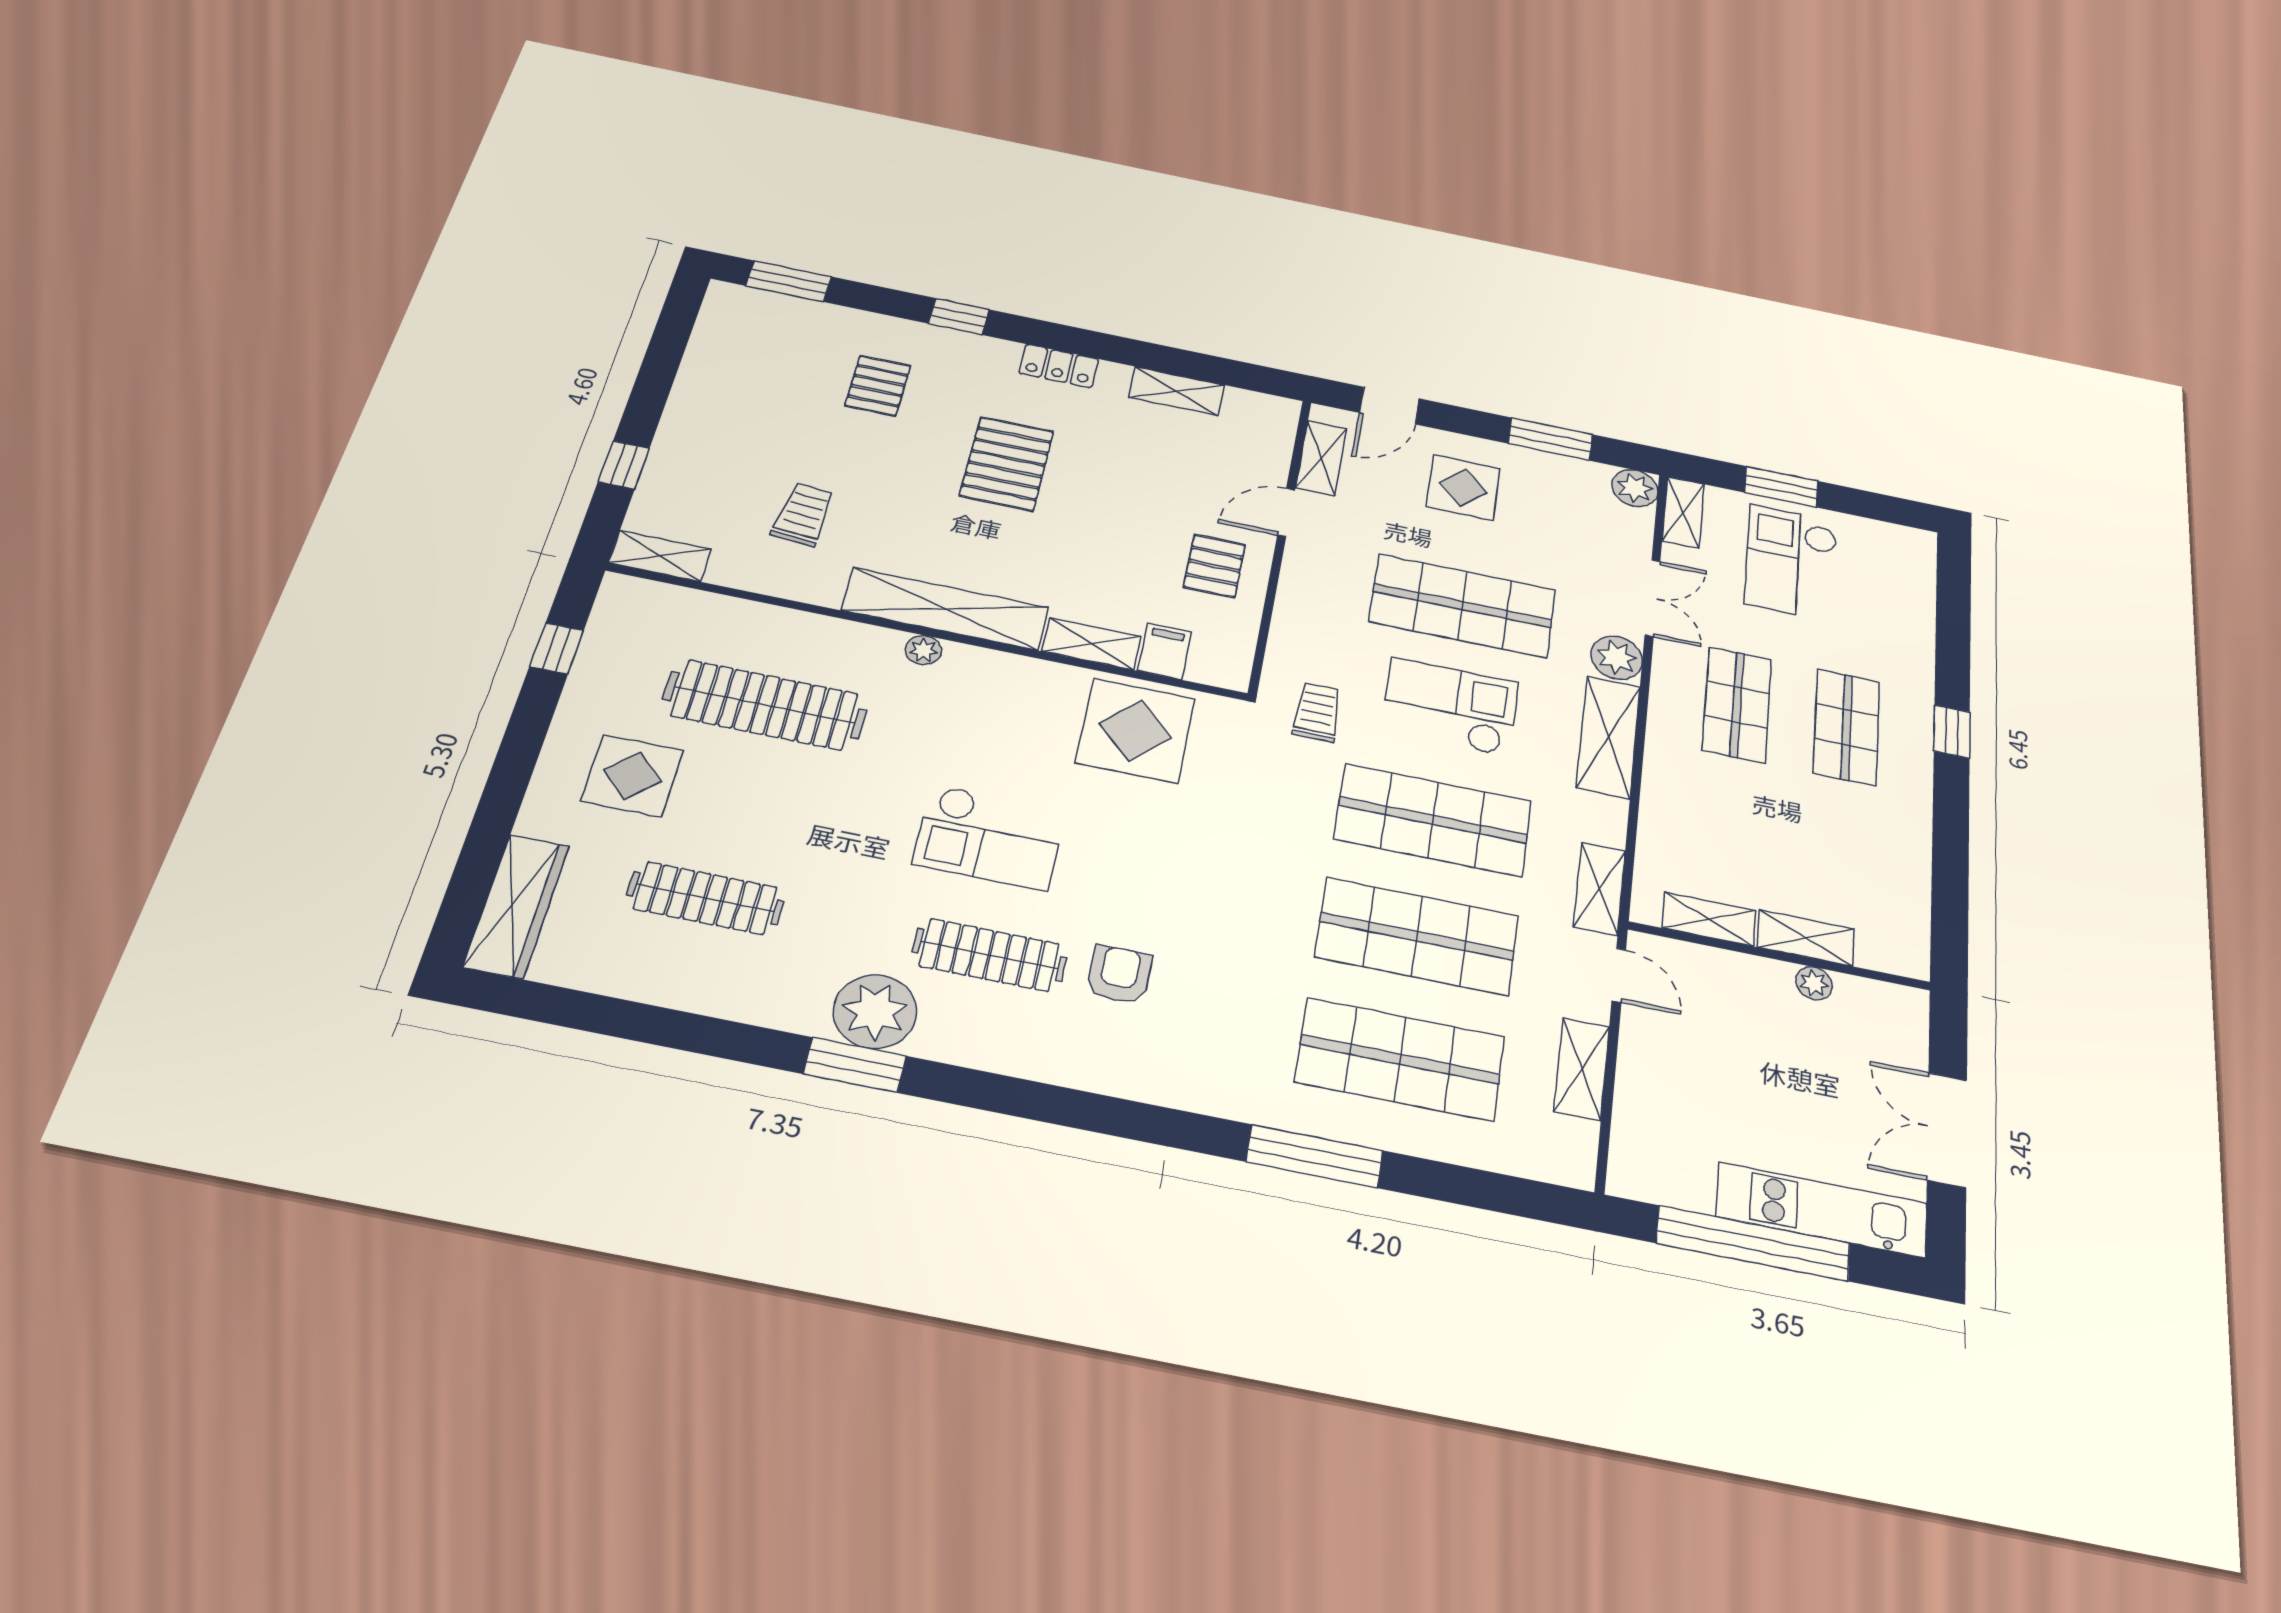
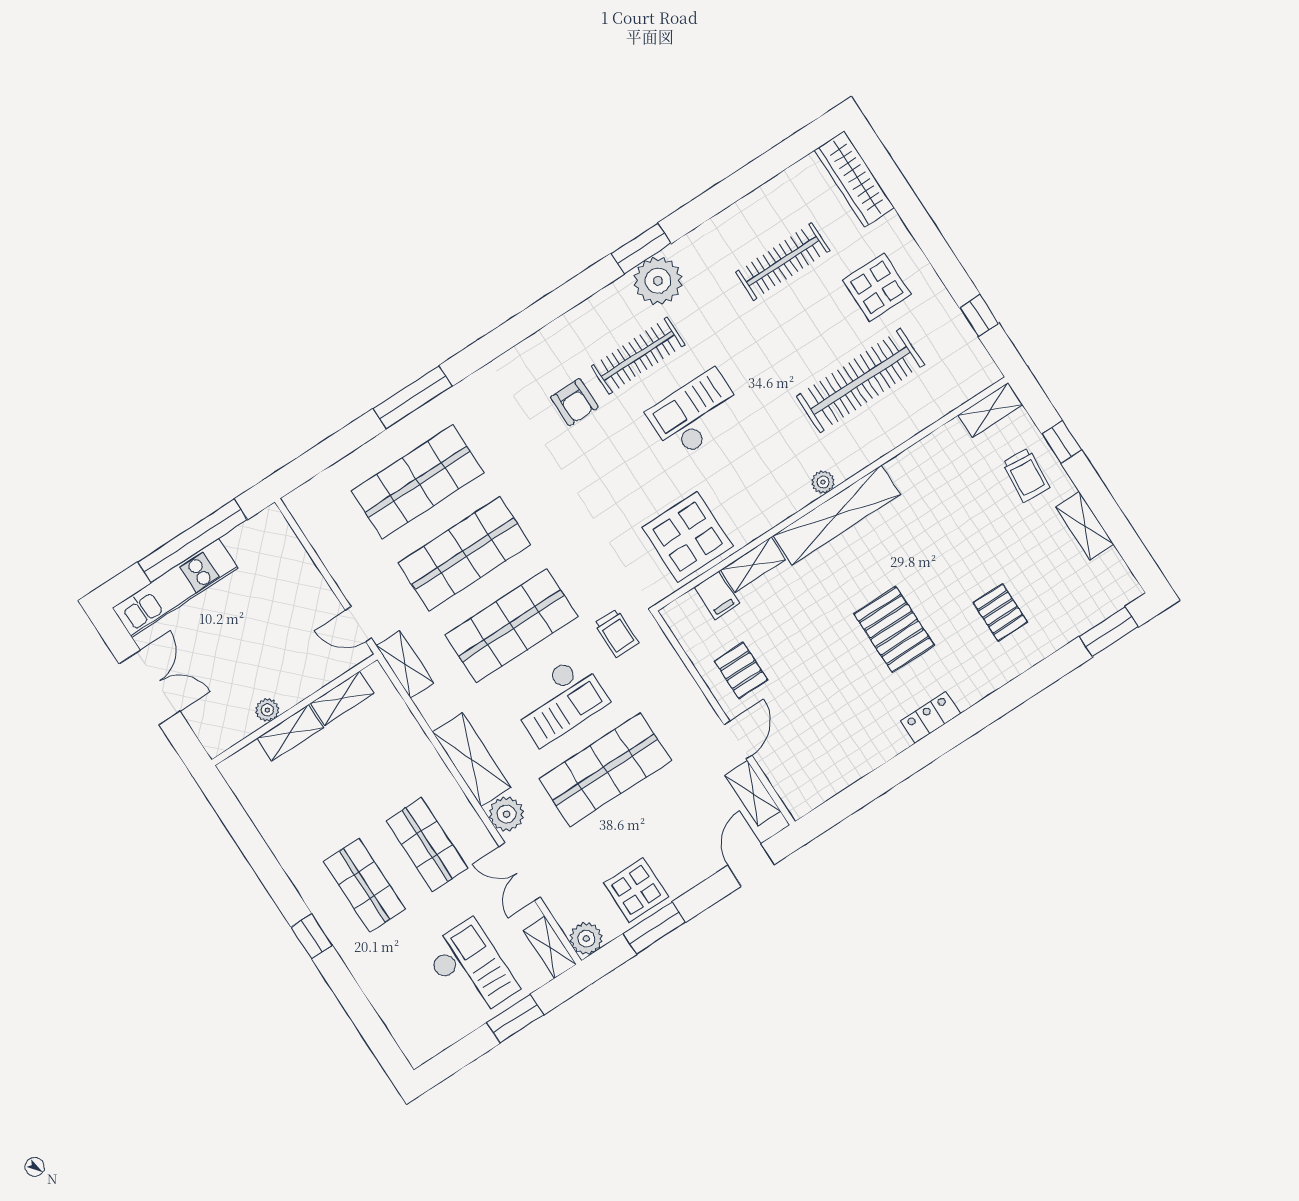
window: (959, 316) -> (1008, 697), removed
shelving: (1176, 391) -> (1085, 526), moved, turned 90
display table: (1463, 488) -> (636, 890), moved
trolley: (803, 514) -> (1026, 475), moved
shelving: (1582, 1069) -> (335, 557), removed

